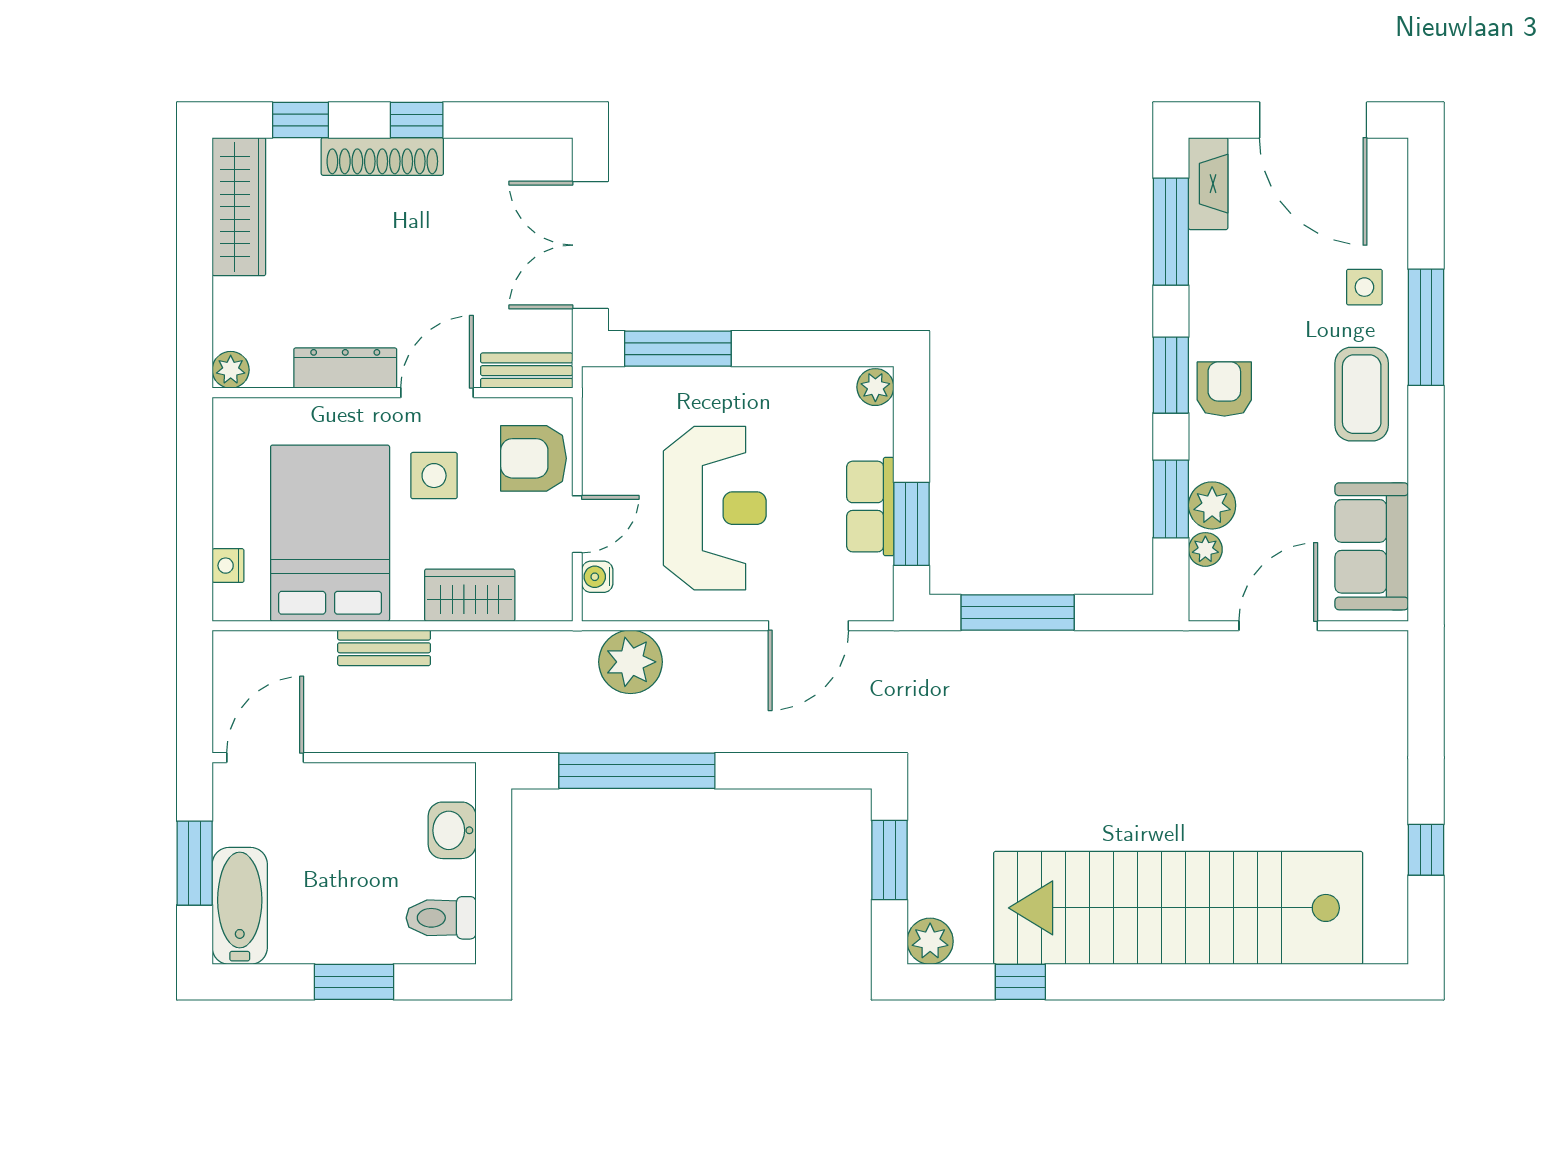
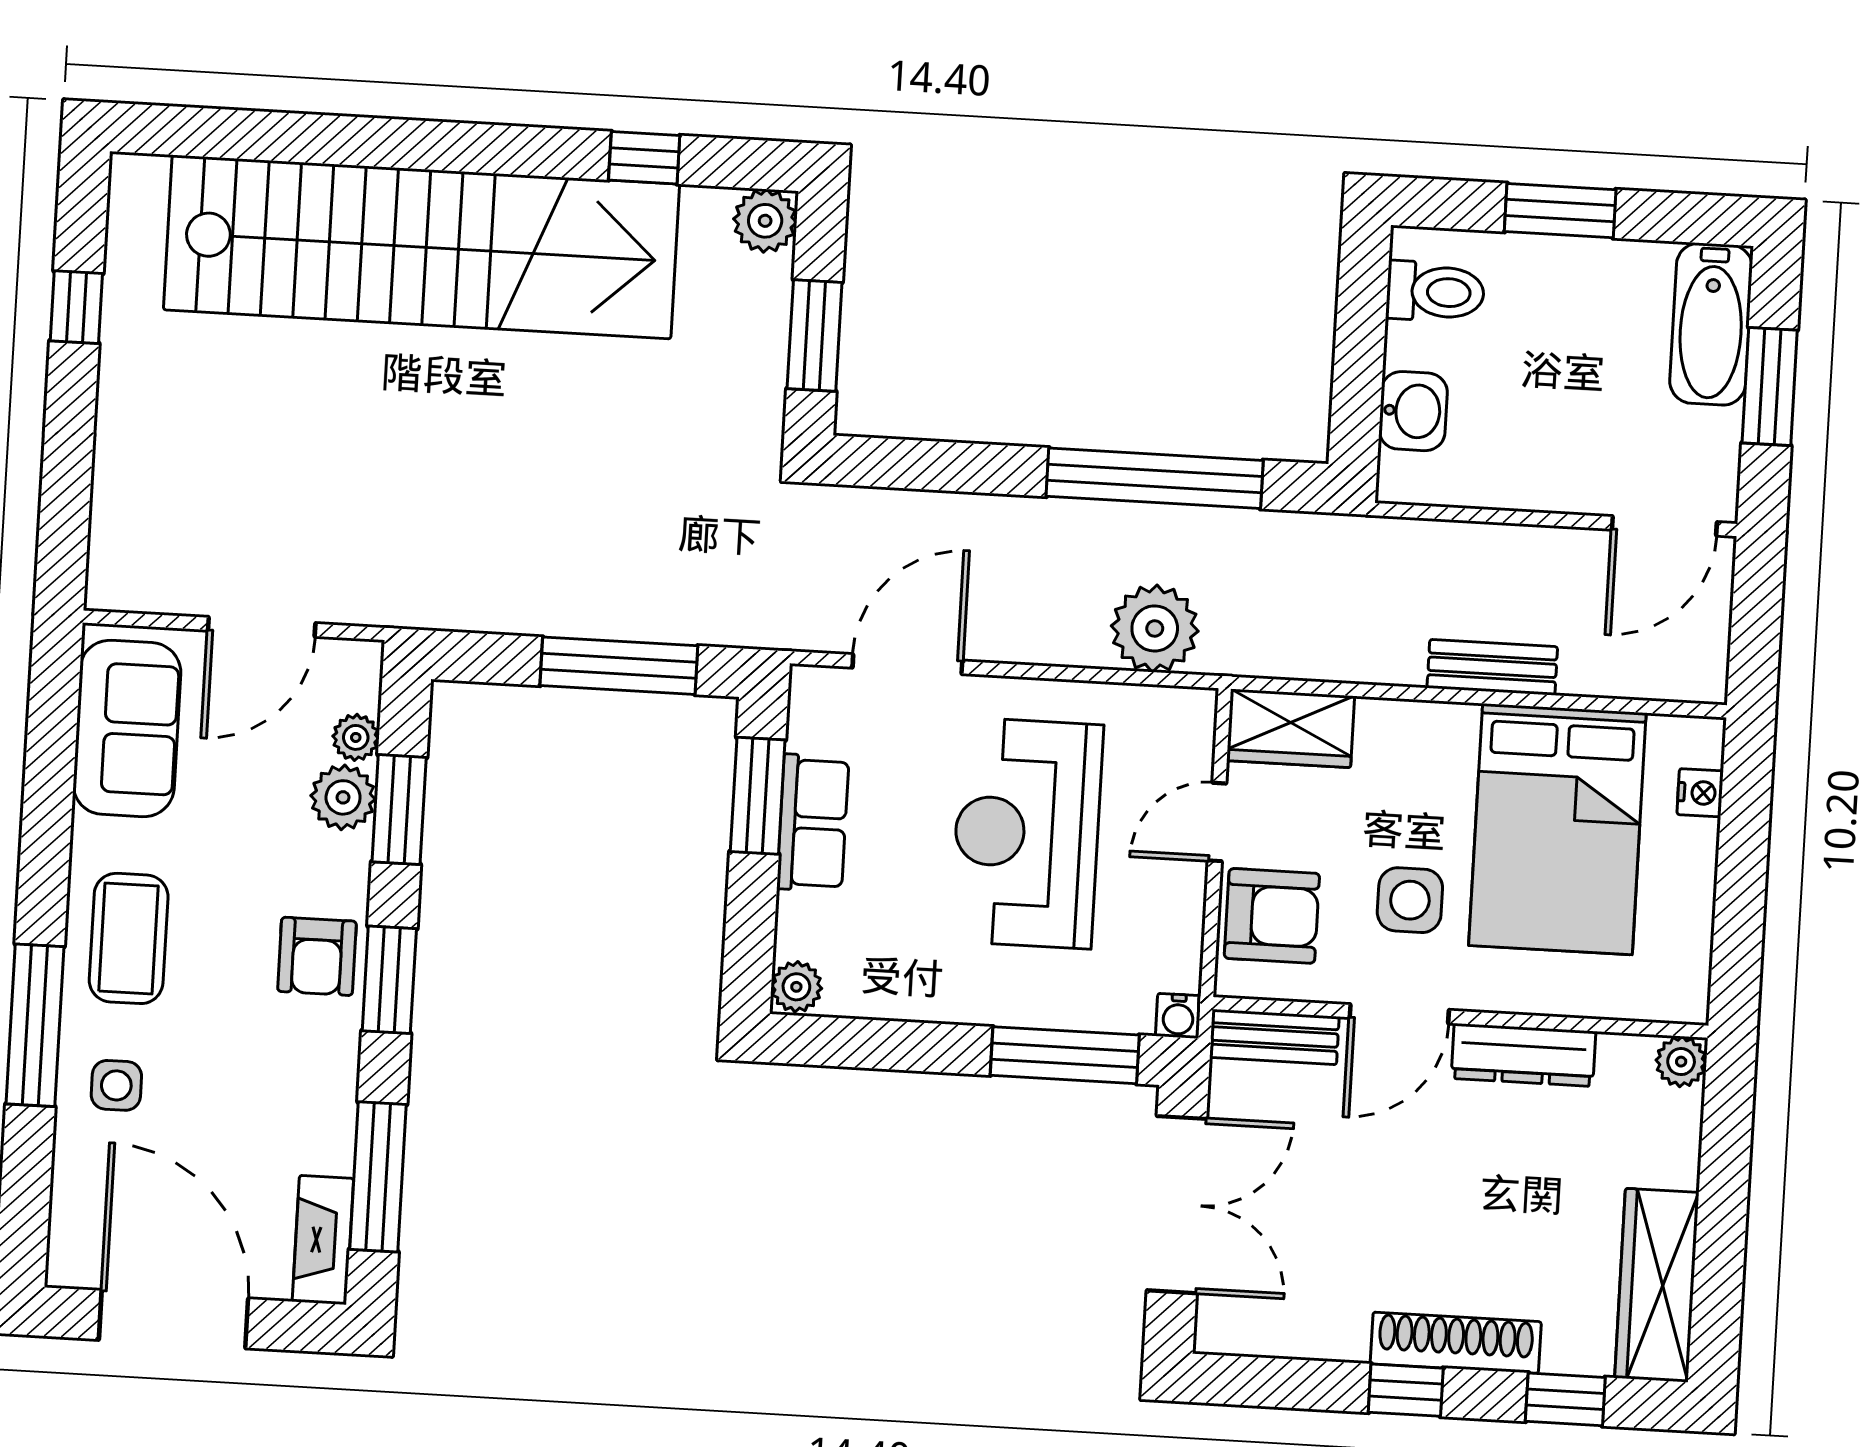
water cooler: (597, 577) -> (1178, 1016), moved, turned 90
wardrobe: (470, 595) -> (1291, 728), moved

